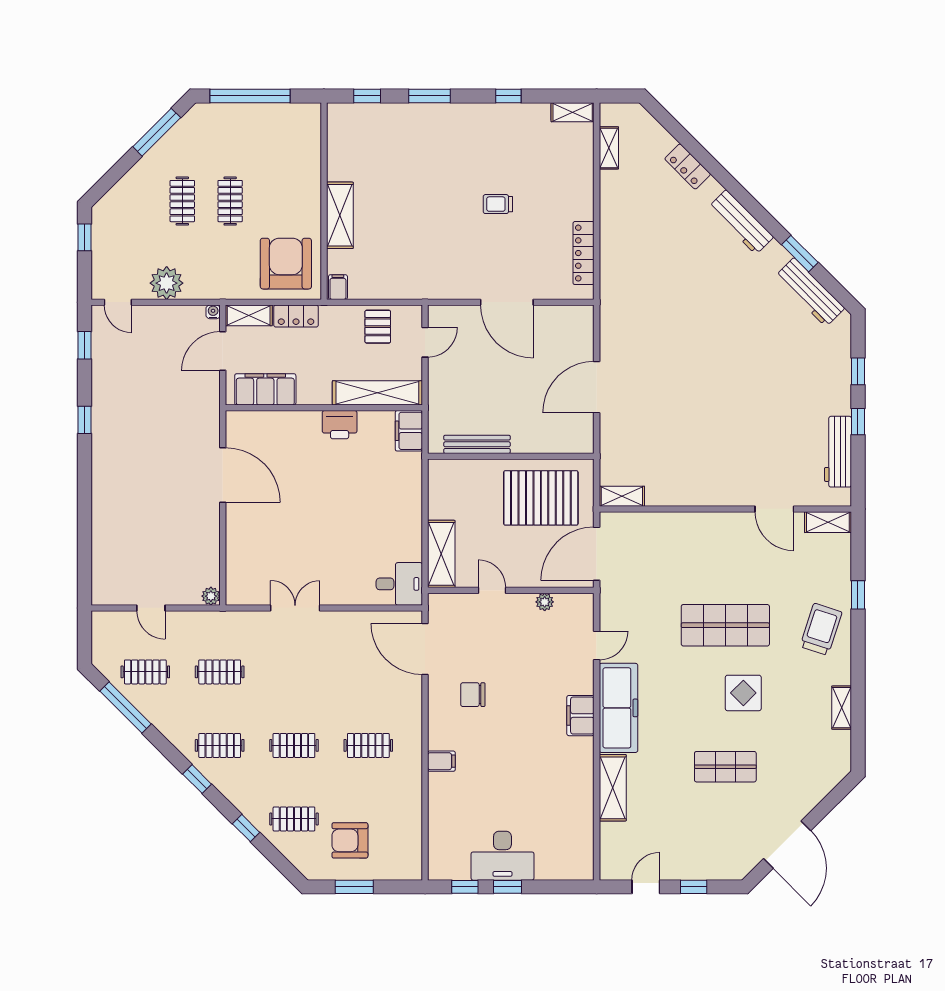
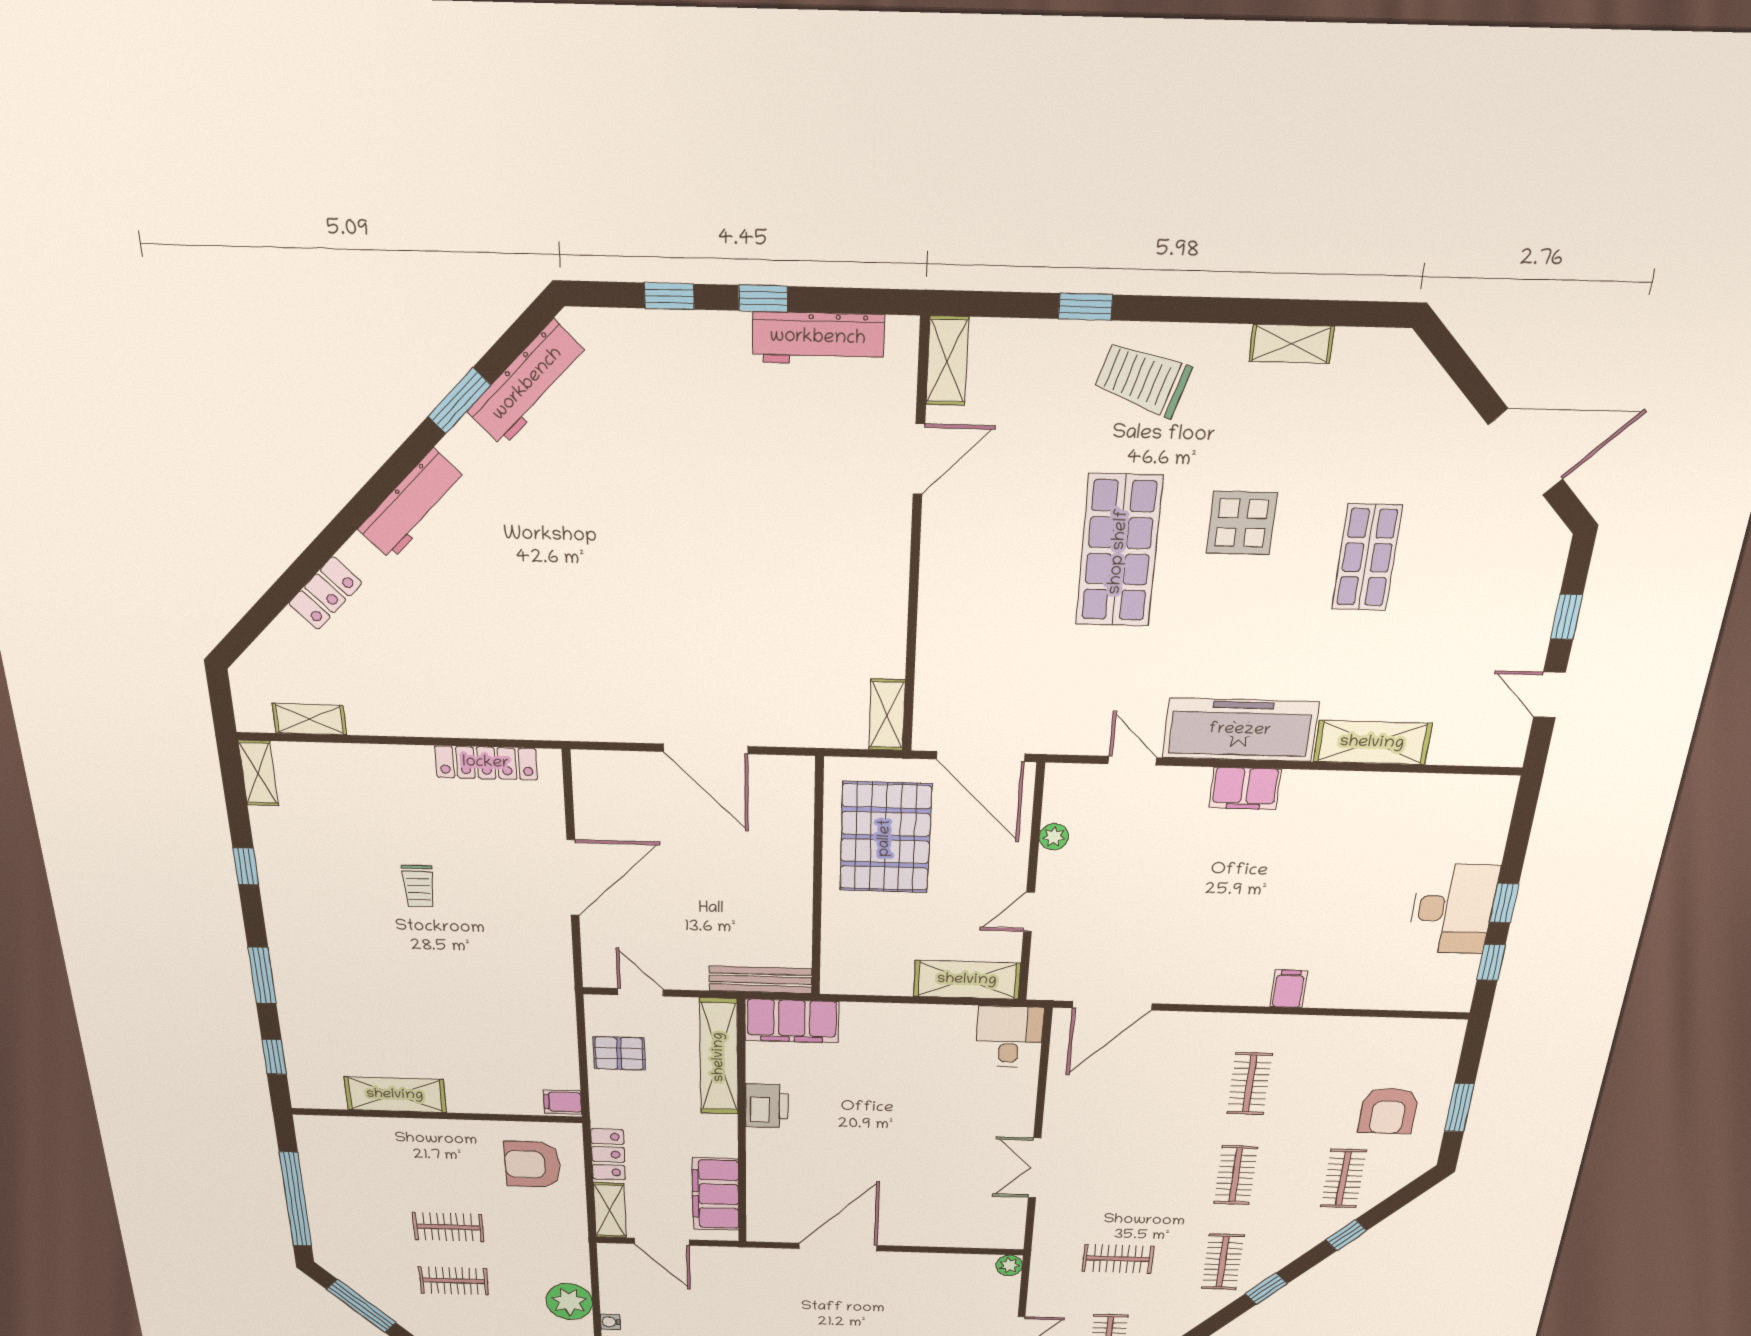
shelving: (340, 215) -> (395, 1095), moved
armchair: (286, 264) -> (532, 1164), width x0.73, depth x0.73
water cooler: (213, 312) -> (610, 1322), moved
filing cabinet: (409, 431) -> (792, 1021), width x1.50, depth x1.17
bench: (477, 444) -> (760, 980), moved, turned 90
clothes rail: (220, 672) -> (1118, 1259), turned 90
chair: (473, 695) -> (1191, 943), removed

